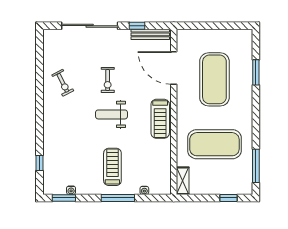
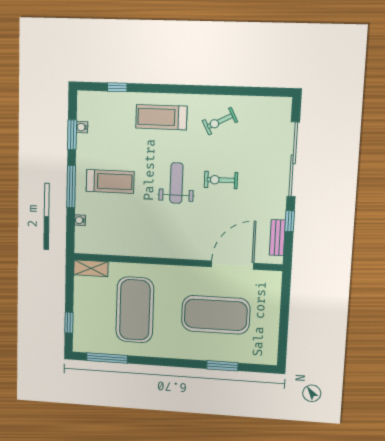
bench: (150, 34) -> (277, 238), width x0.73
treadmill: (160, 119) -> (161, 117), moved
window: (64, 198) -> (72, 135), moved

